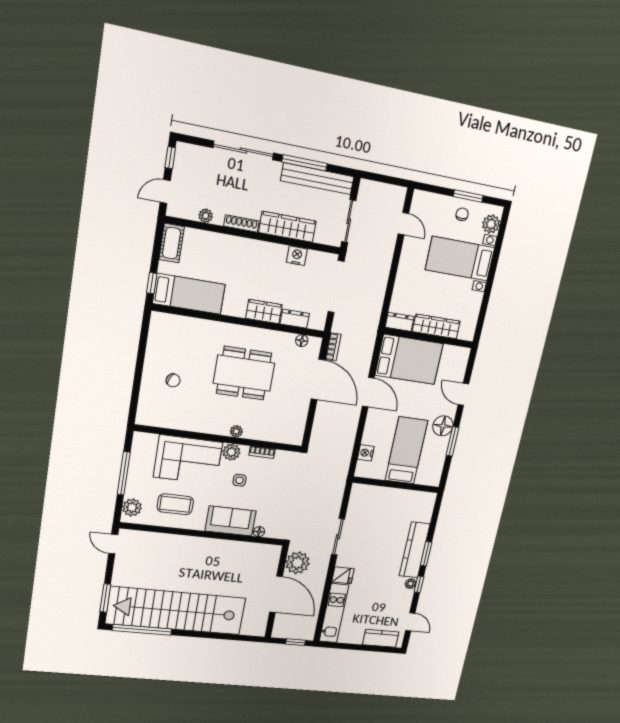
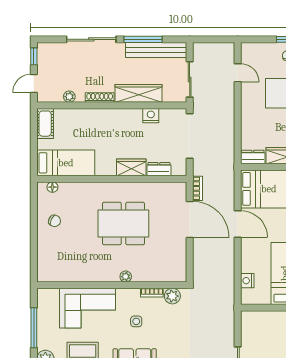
window: (152, 283) -> (34, 159), removed
floor lamp: (302, 341) -> (52, 187), moved
chair: (173, 380) -> (55, 221), moved
plant: (231, 452) -> (172, 296), moved

